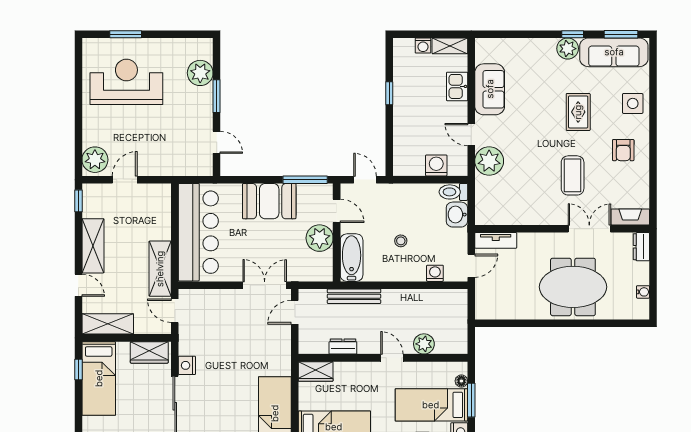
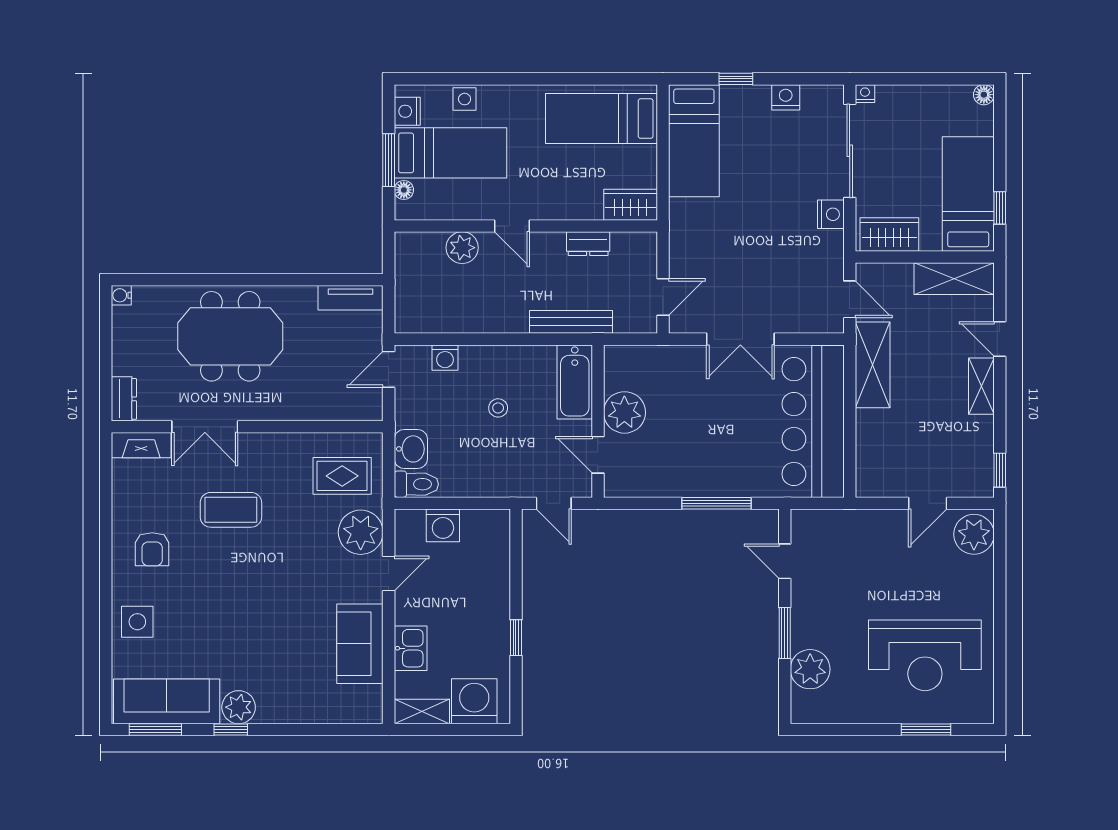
washing machine: (423, 46) -> (474, 701), width x1.89, depth x1.89
rug: (578, 112) -> (342, 476), moved, turned 90
door: (471, 134) -> (389, 573), hinge flipped
armchair: (623, 150) -> (152, 549), turned 180
coffee table: (573, 175) -> (231, 510), turned 90
window: (305, 180) -> (717, 503), moved
booth: (269, 201) -> (703, 470), removed
tv unit: (496, 240) -> (350, 298), moved, turned 180
shelving: (93, 246) -> (981, 386), width x0.67, depth x0.75
double door: (265, 285) -> (740, 339), moved
water cooler: (643, 292) -> (121, 295), moved

